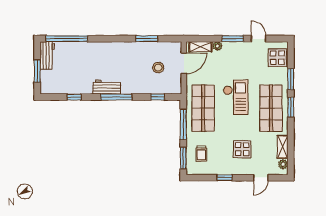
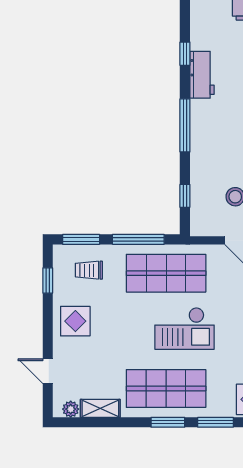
workbench: (107, 87) -> (202, 75), moved
display table: (242, 149) -> (75, 321), moved
window: (225, 178) -> (48, 280), moved

